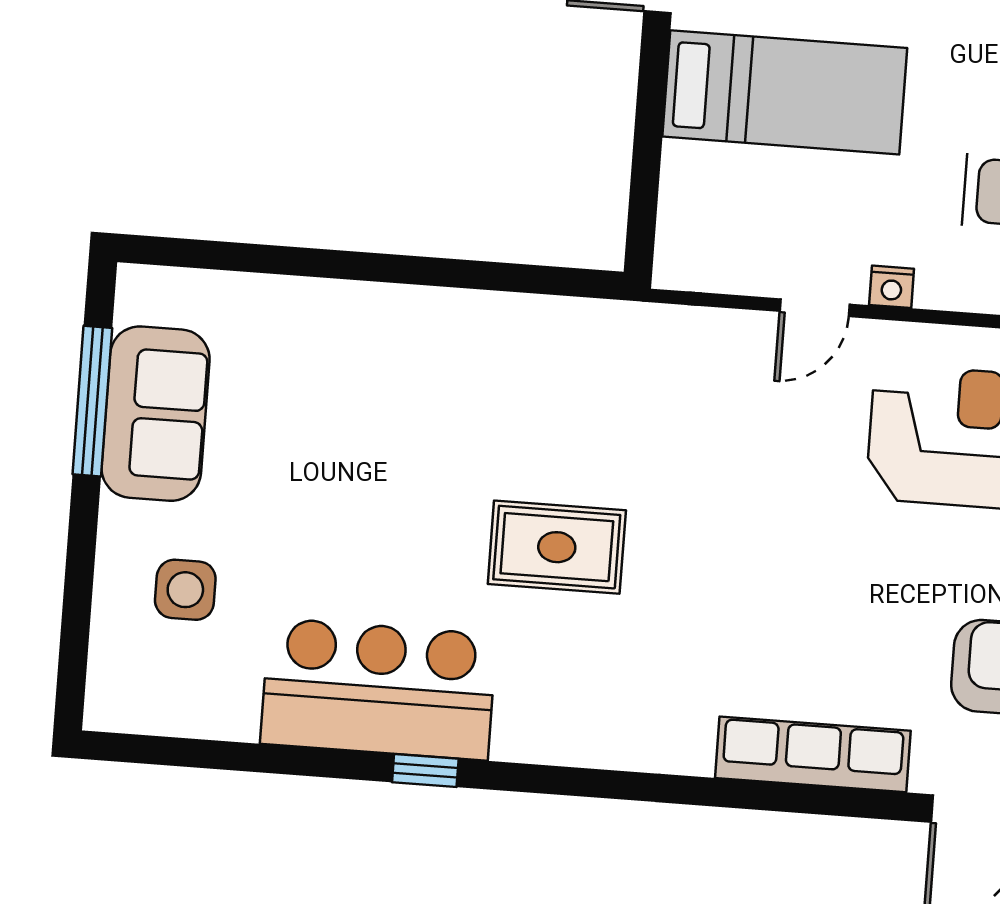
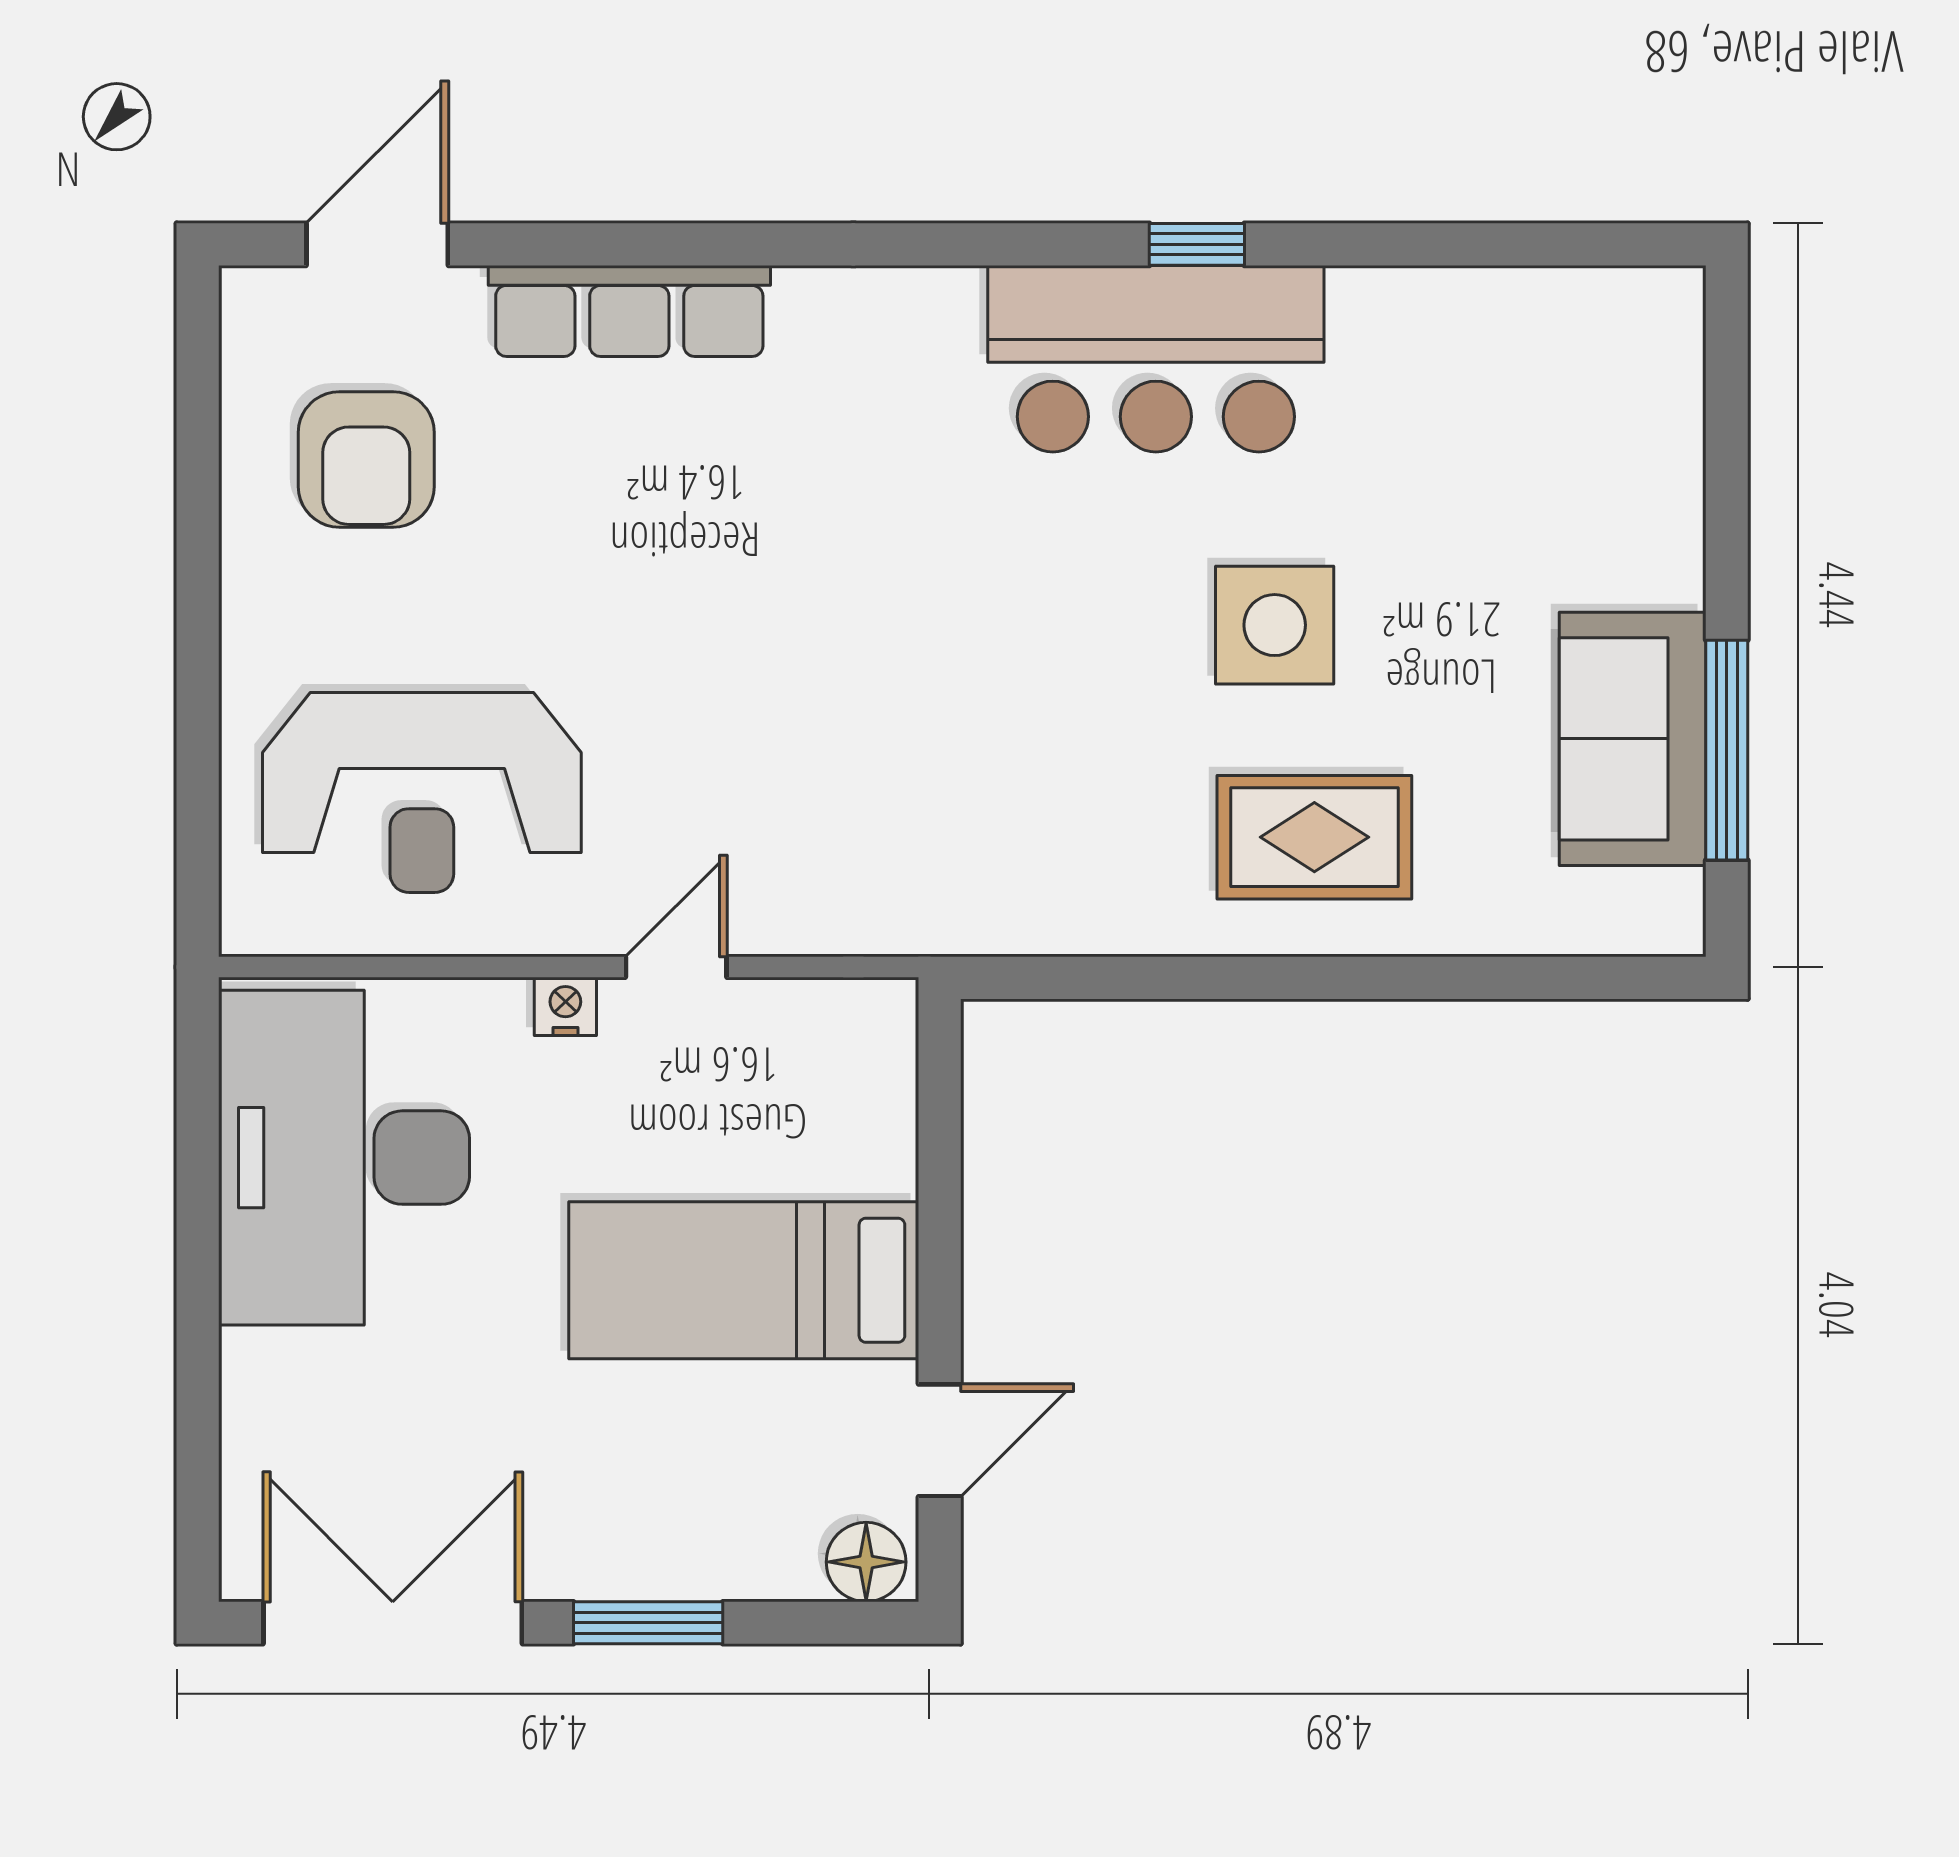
rug: (557, 547) -> (1314, 837), moved
side table: (185, 590) -> (1275, 625), moved, width x1.37, depth x1.37
bar counter: (378, 689) -> (1156, 359), moved

